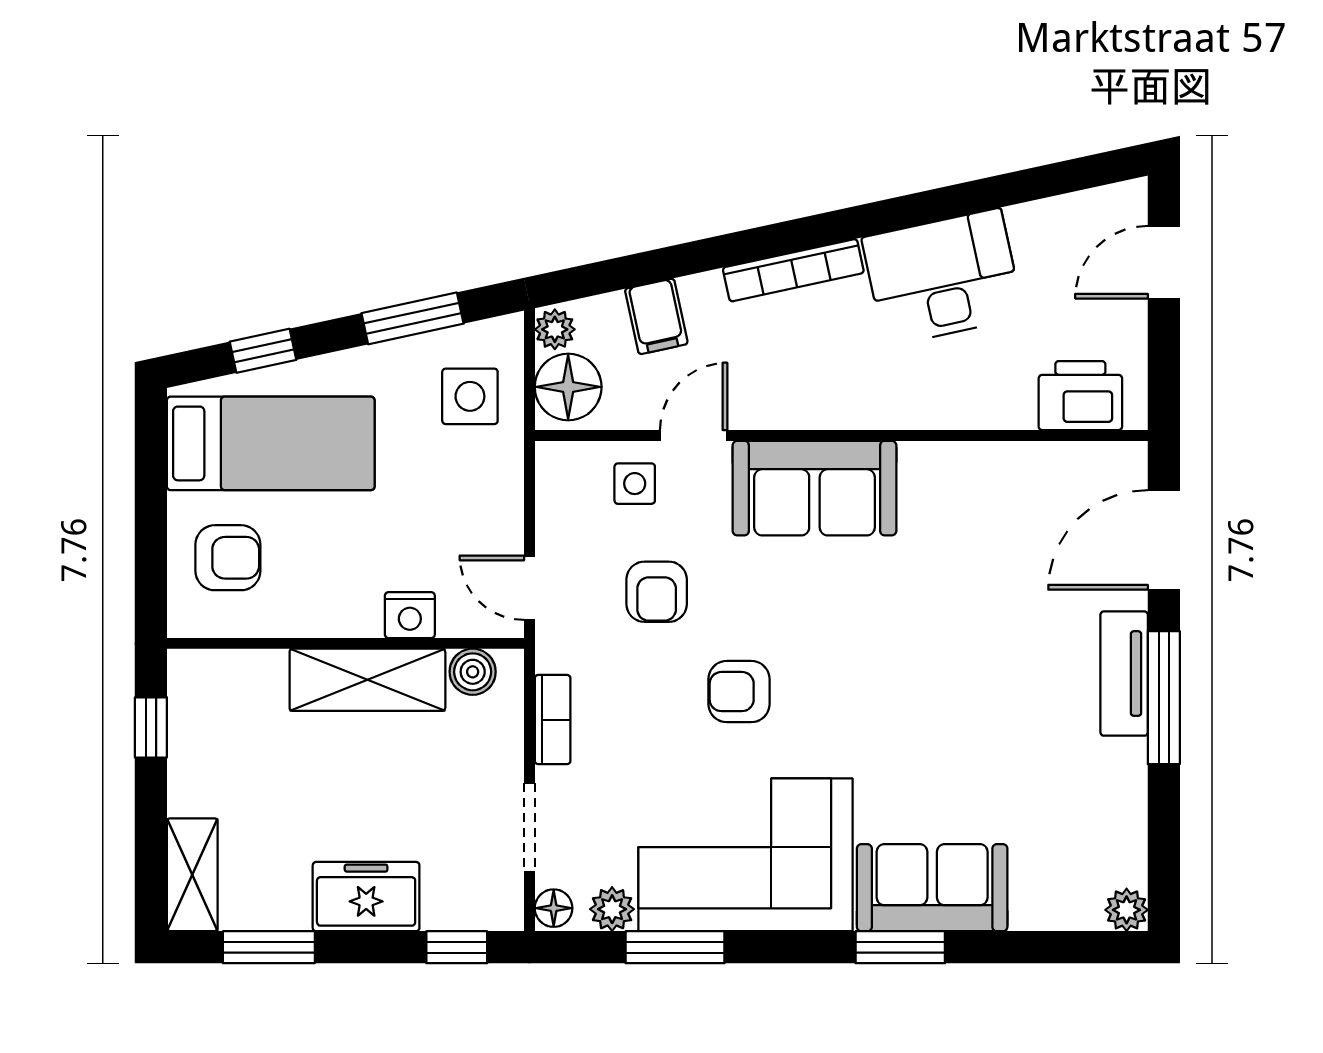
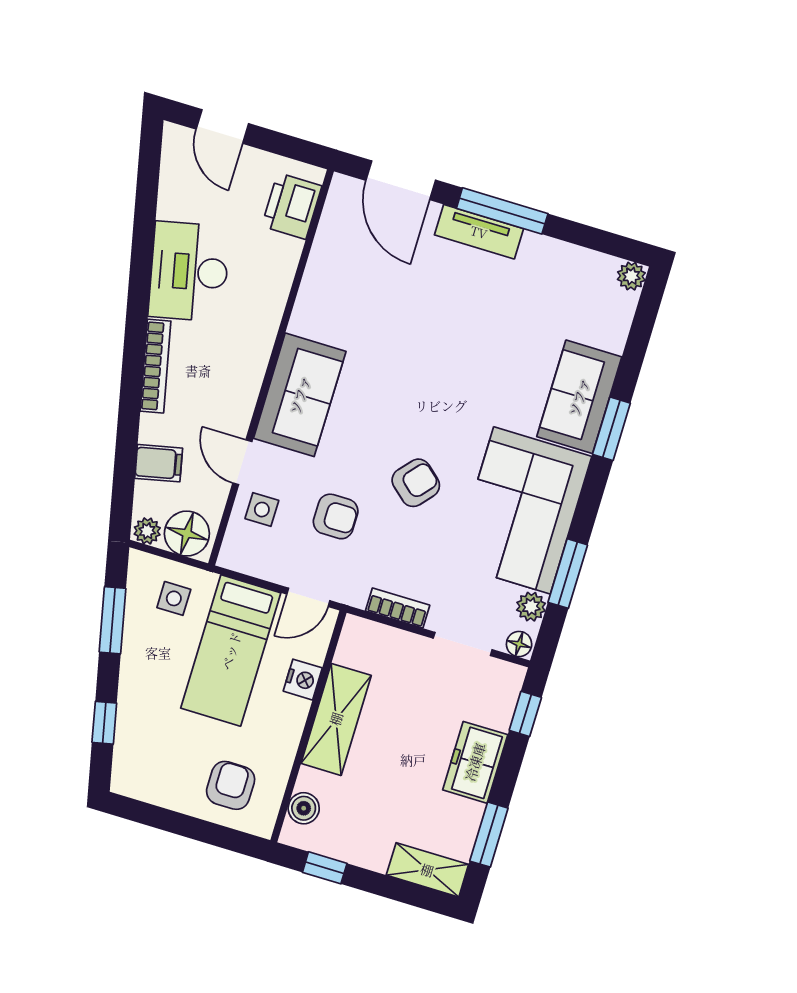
side table: (470, 396) -> (174, 598), width x0.73, depth x0.73
bed: (271, 443) -> (231, 651), moved, turned 180
boiler: (473, 672) -> (304, 808), moved
armchair: (739, 692) -> (416, 483), turned -139

